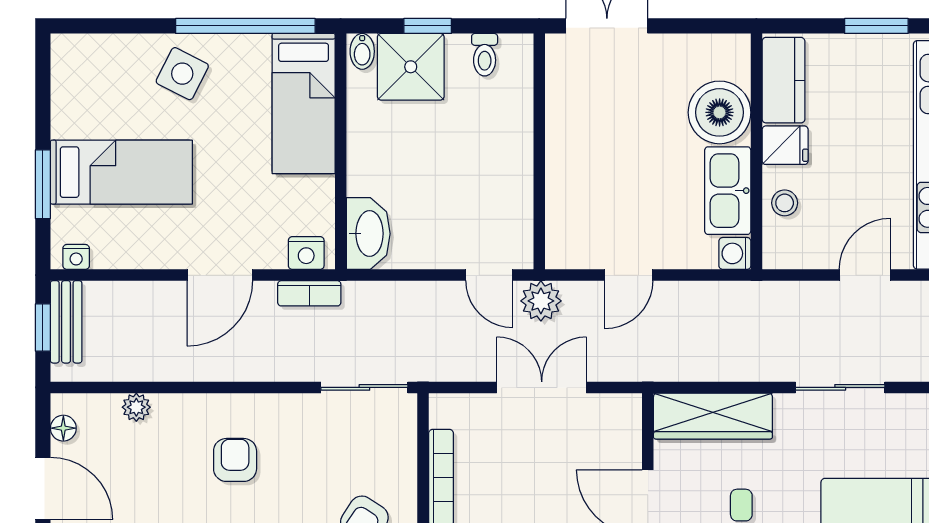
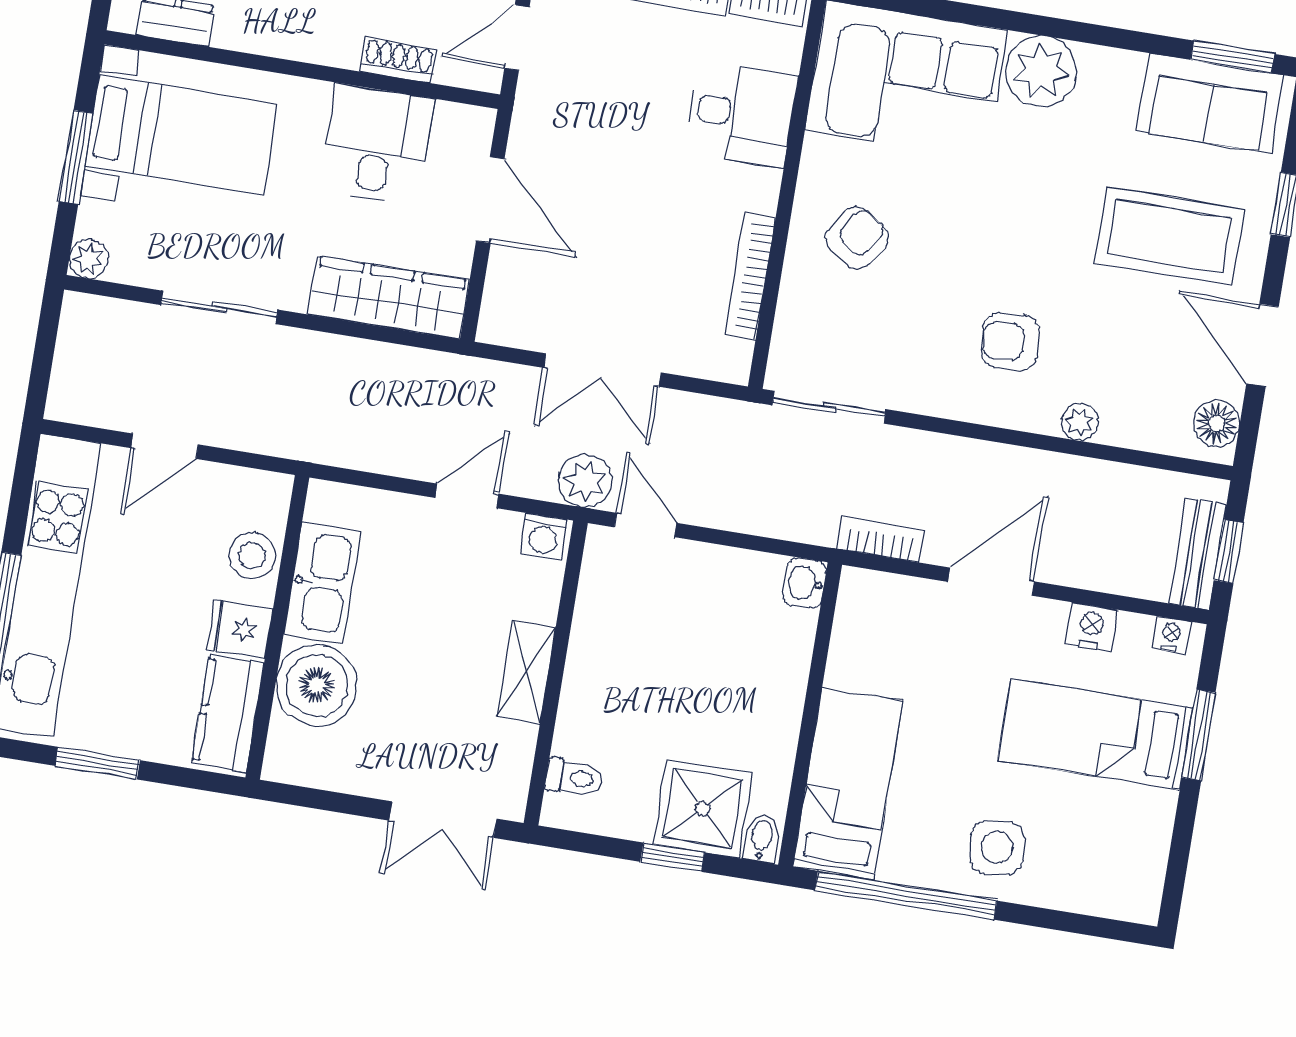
toilet: (485, 55) -> (574, 778), moved, turned 90
side table: (182, 74) -> (997, 848), turned -34
shelving: (562, 149) -> (526, 672), added
stool: (785, 203) -> (252, 556), width x1.37, depth x1.37
washbasin: (368, 234) -> (804, 583), width x0.52, depth x0.69
nightstand: (306, 253) -> (1091, 627), moved
washing machine: (735, 253) -> (544, 537), moved, turned 90
plant: (136, 407) -> (1080, 422), moved
floor lamp: (63, 428) -> (1217, 423), width x1.37, depth x1.37
armchair: (235, 460) -> (1010, 341), turned 85

